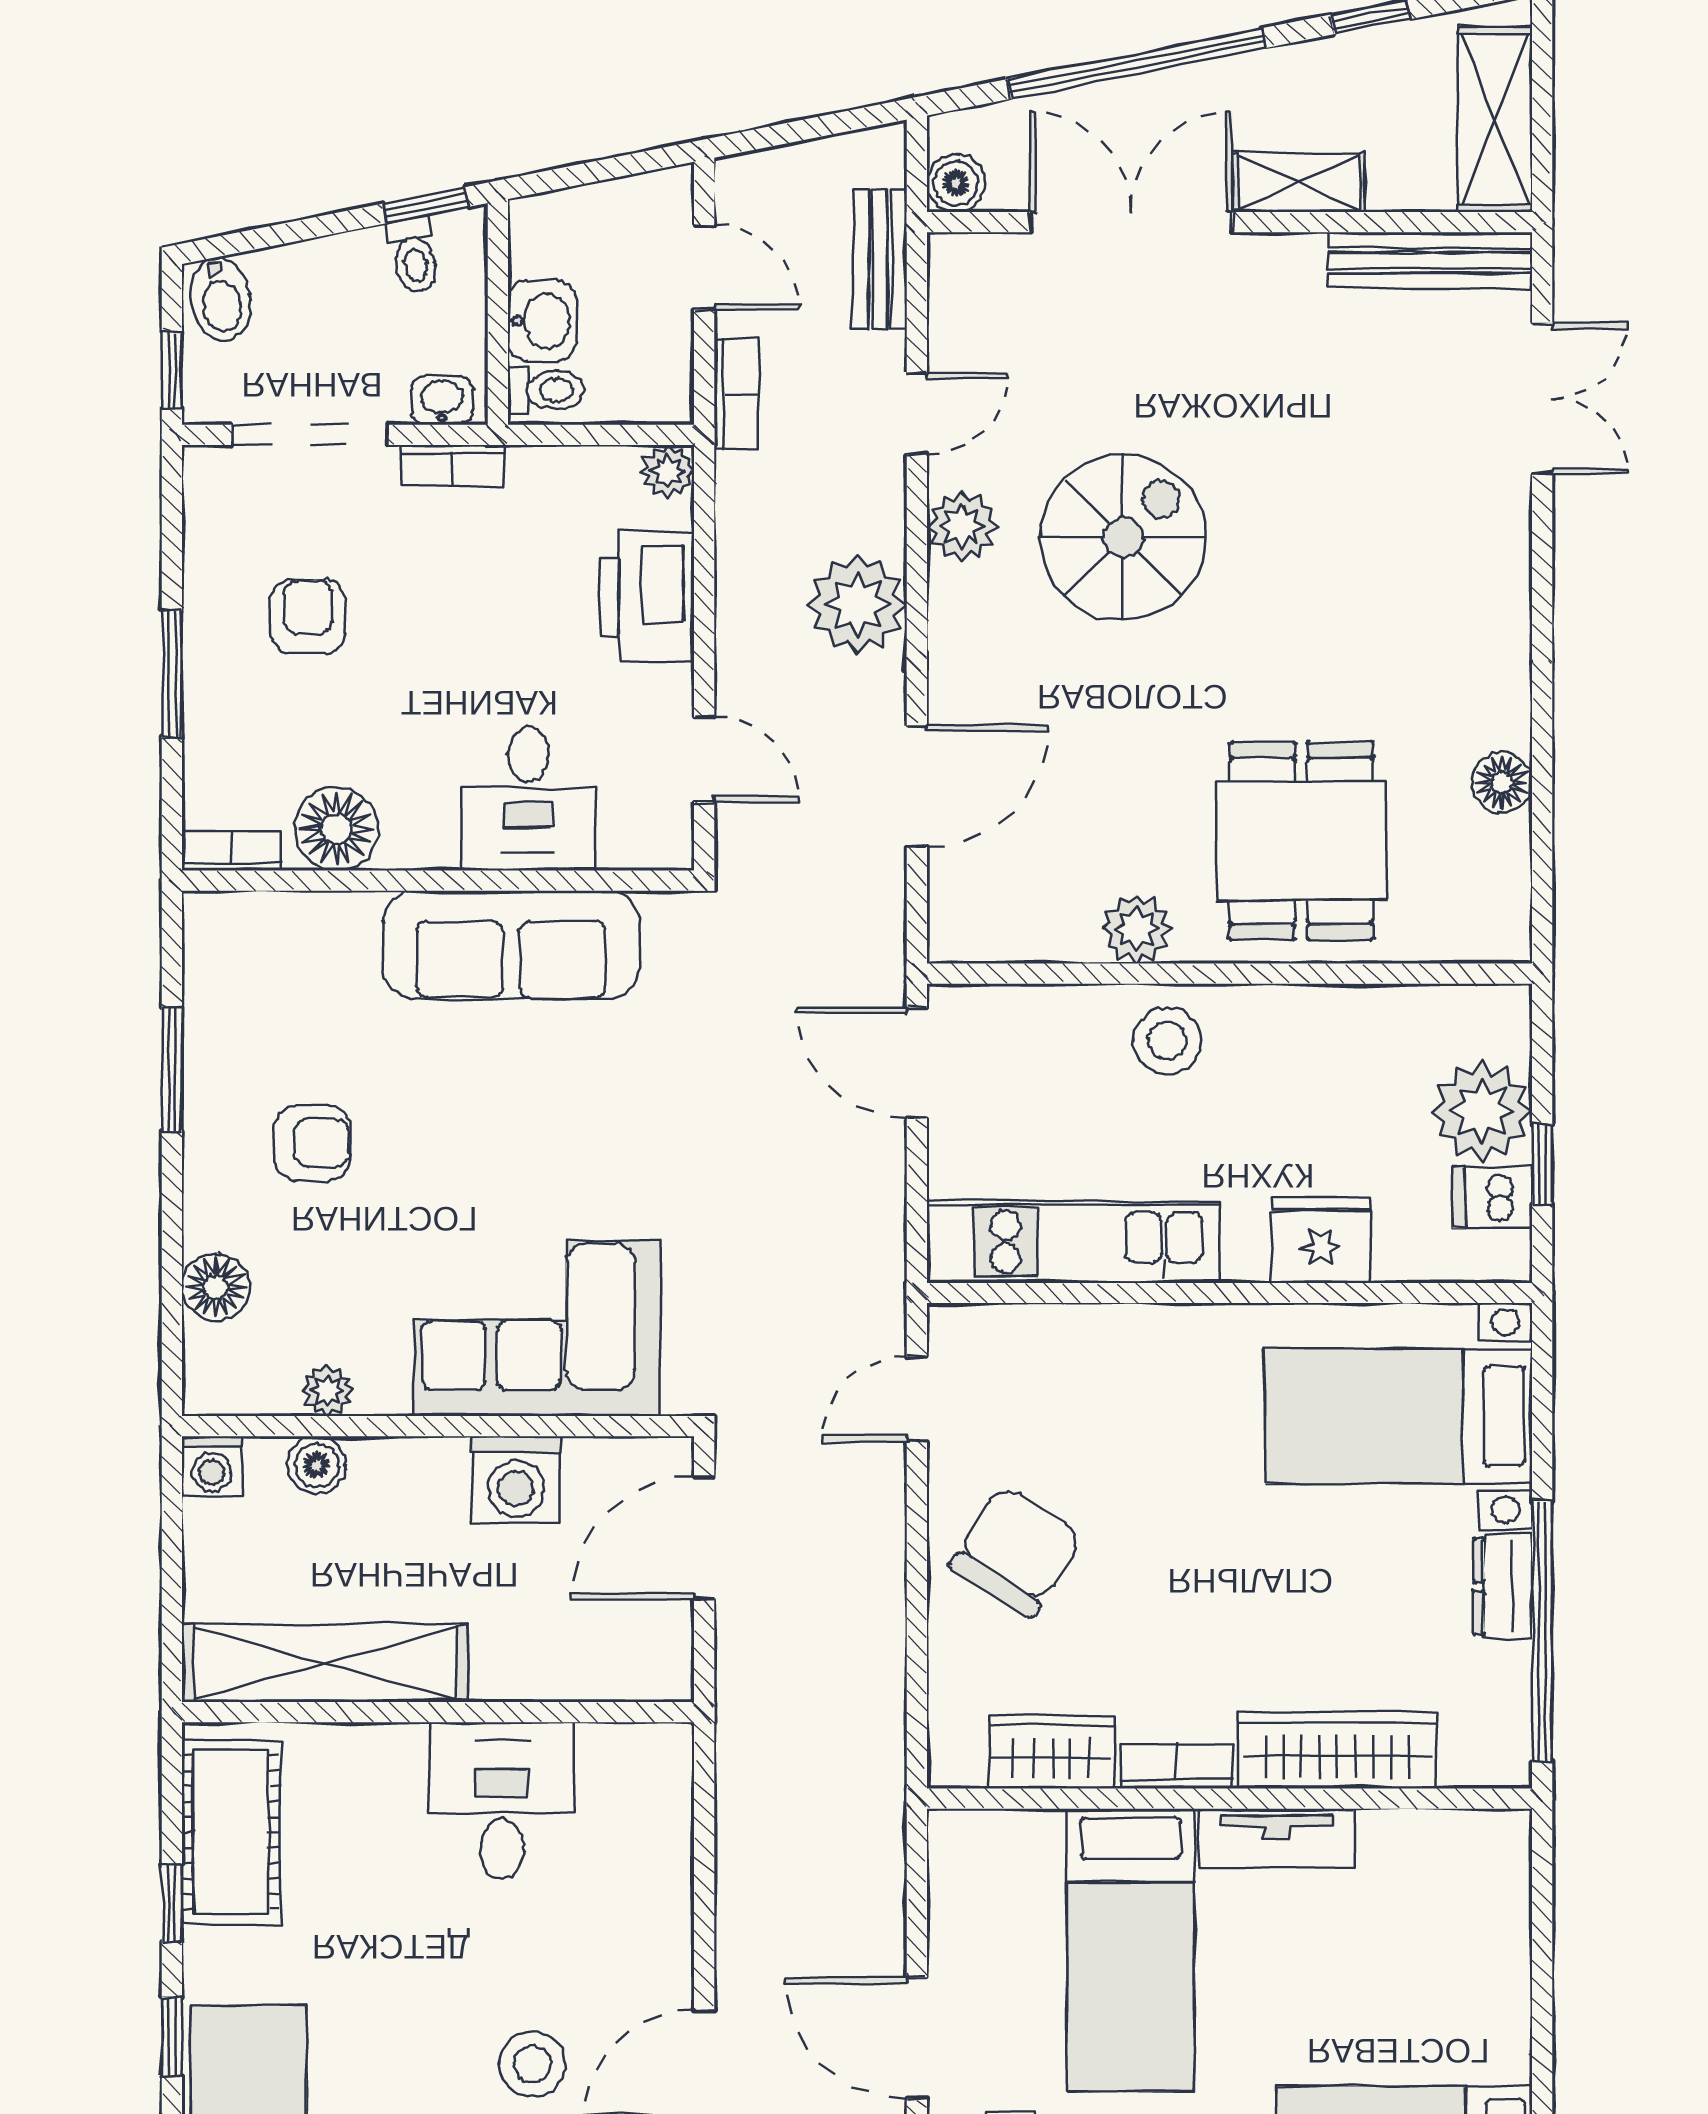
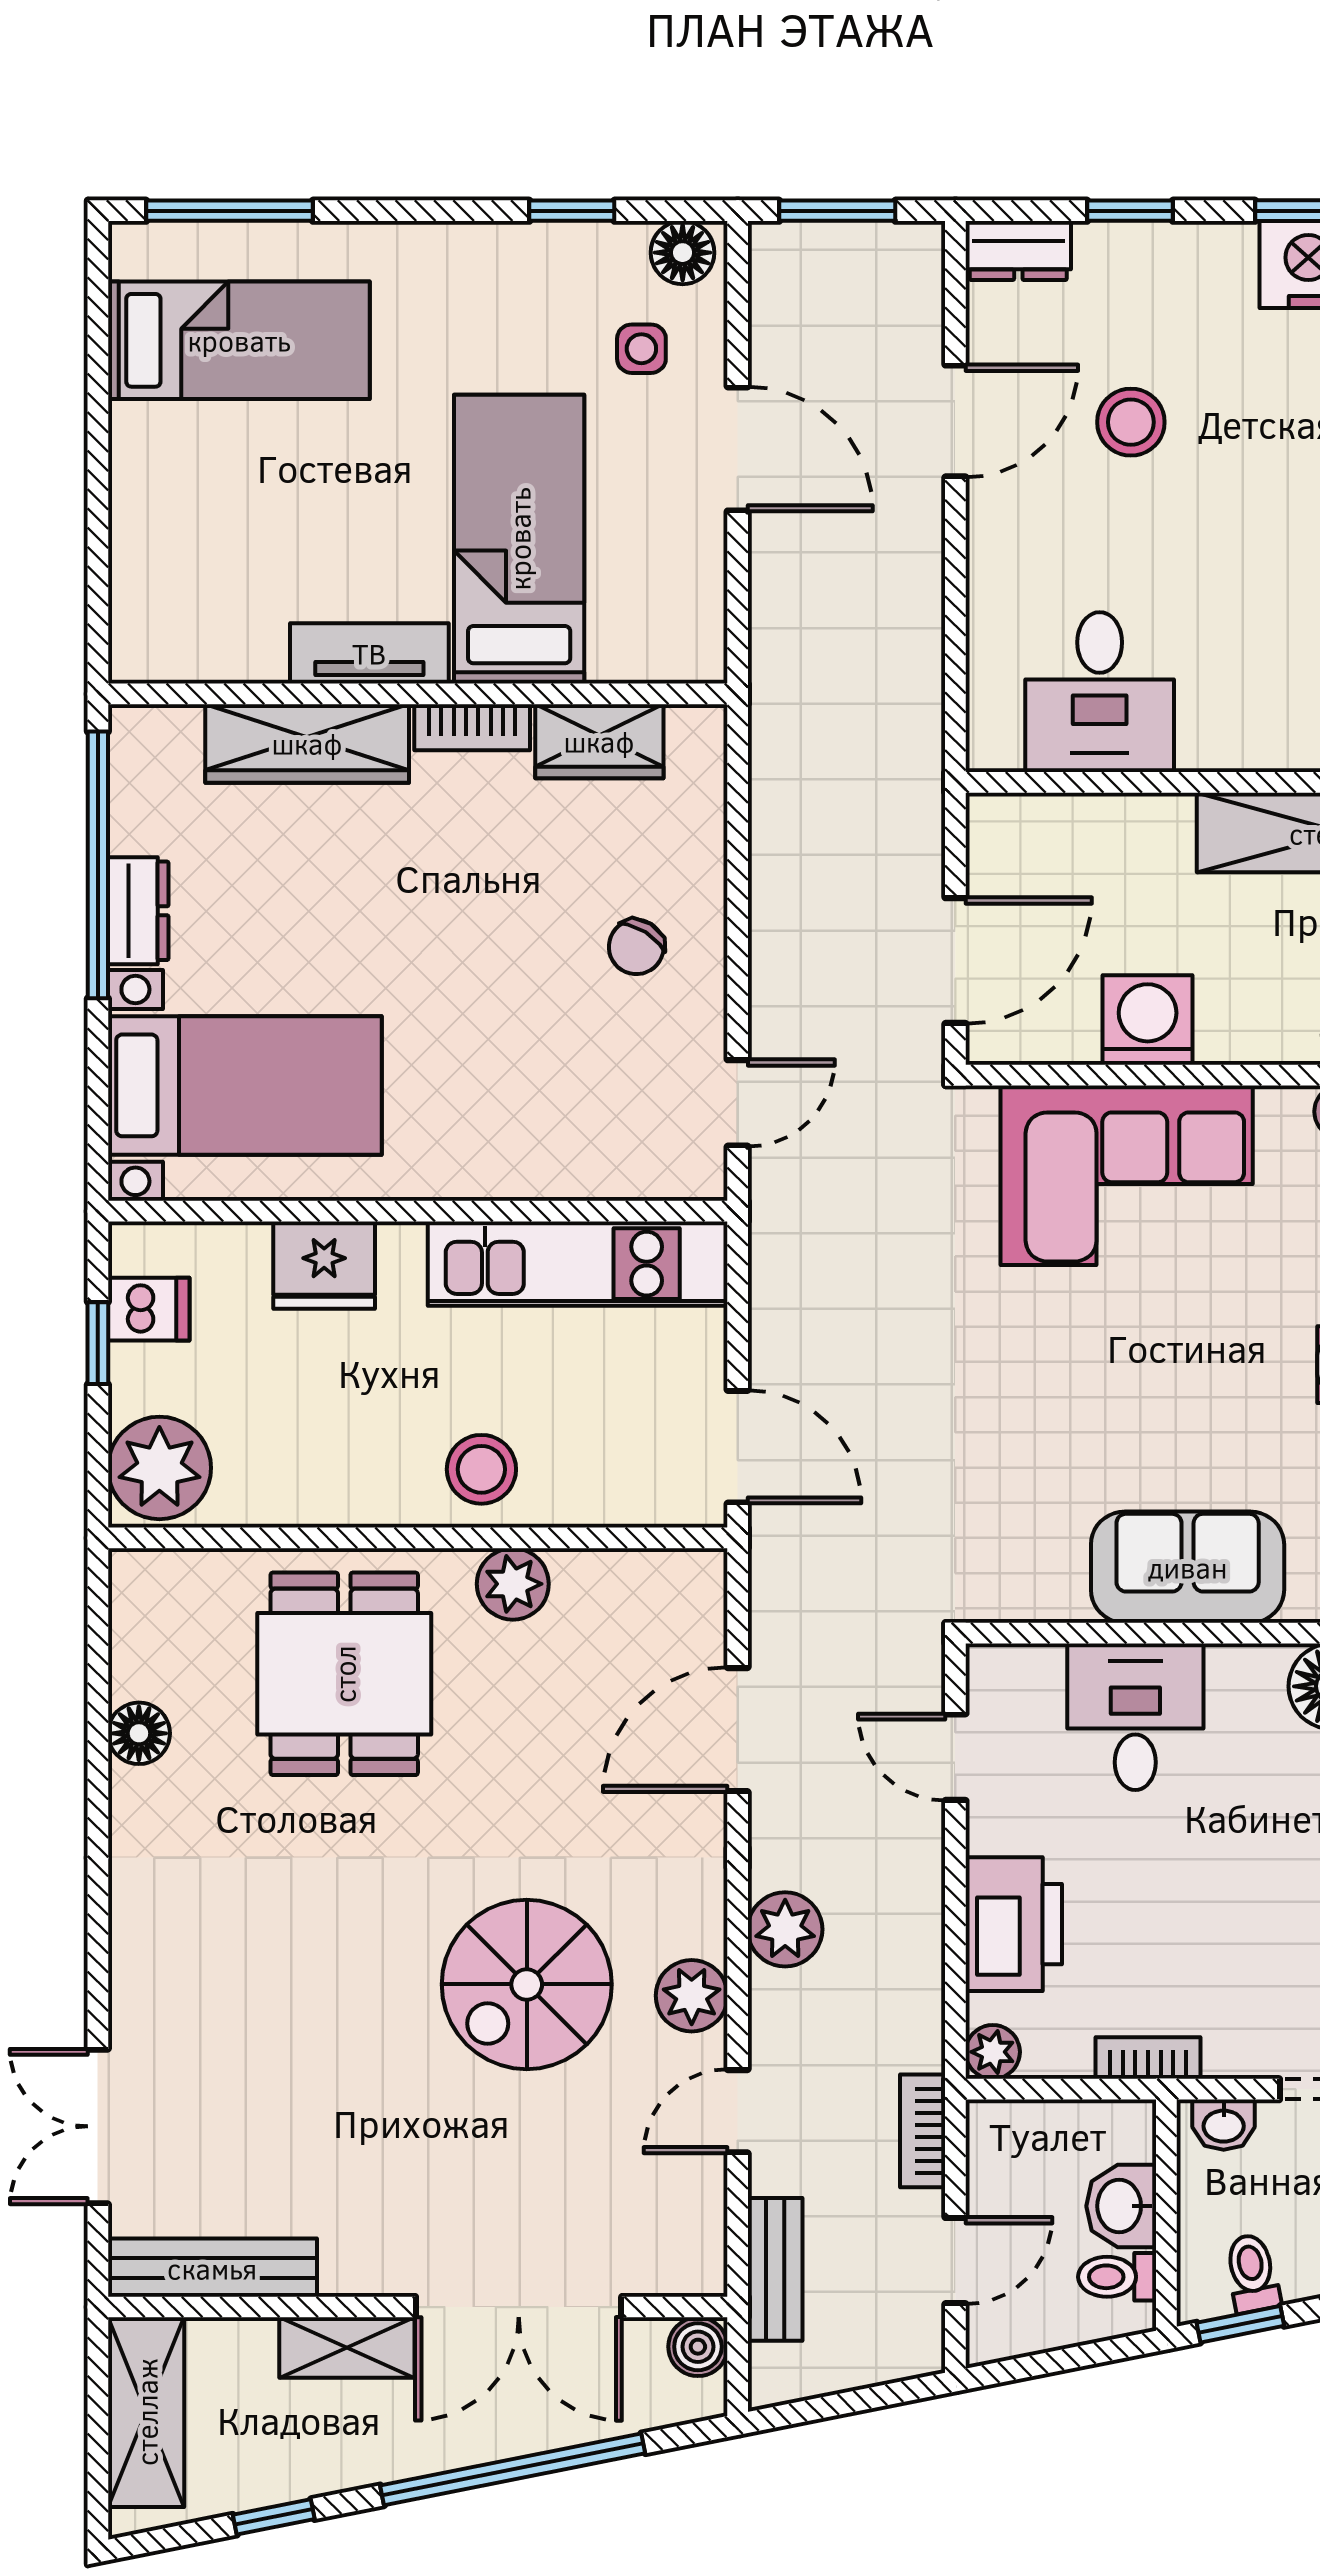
door: (704, 268) -> (955, 2261), swing flipped
toilet: (546, 390) -> (1117, 2277), moved
bookcase: (453, 465) -> (1148, 2058), moved
plant: (857, 604) -> (785, 1929), width x0.73, depth x0.73
sofa: (511, 945) -> (1188, 1567), width x0.73
plant: (1482, 1111) -> (159, 1468), moved
chair: (1016, 1551) -> (636, 947), width x0.54, depth x0.54
desk: (502, 1800) -> (1100, 692), moved

